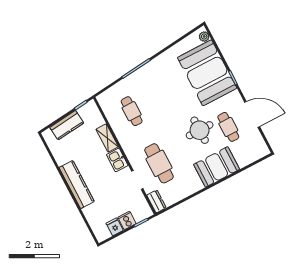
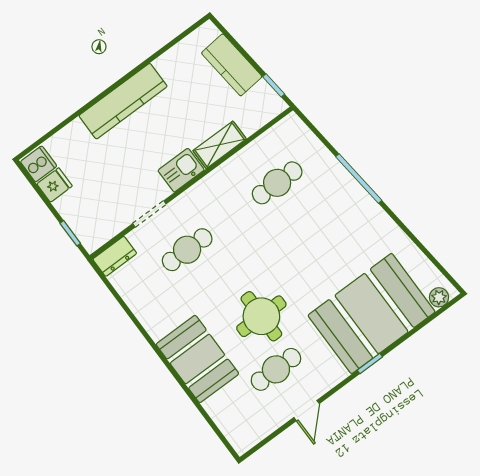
door: (252, 114) -> (307, 411), width x0.53
cafe table: (159, 163) -> (187, 250), width x0.73, depth x0.74
cooker: (127, 221) -> (39, 164), moved

